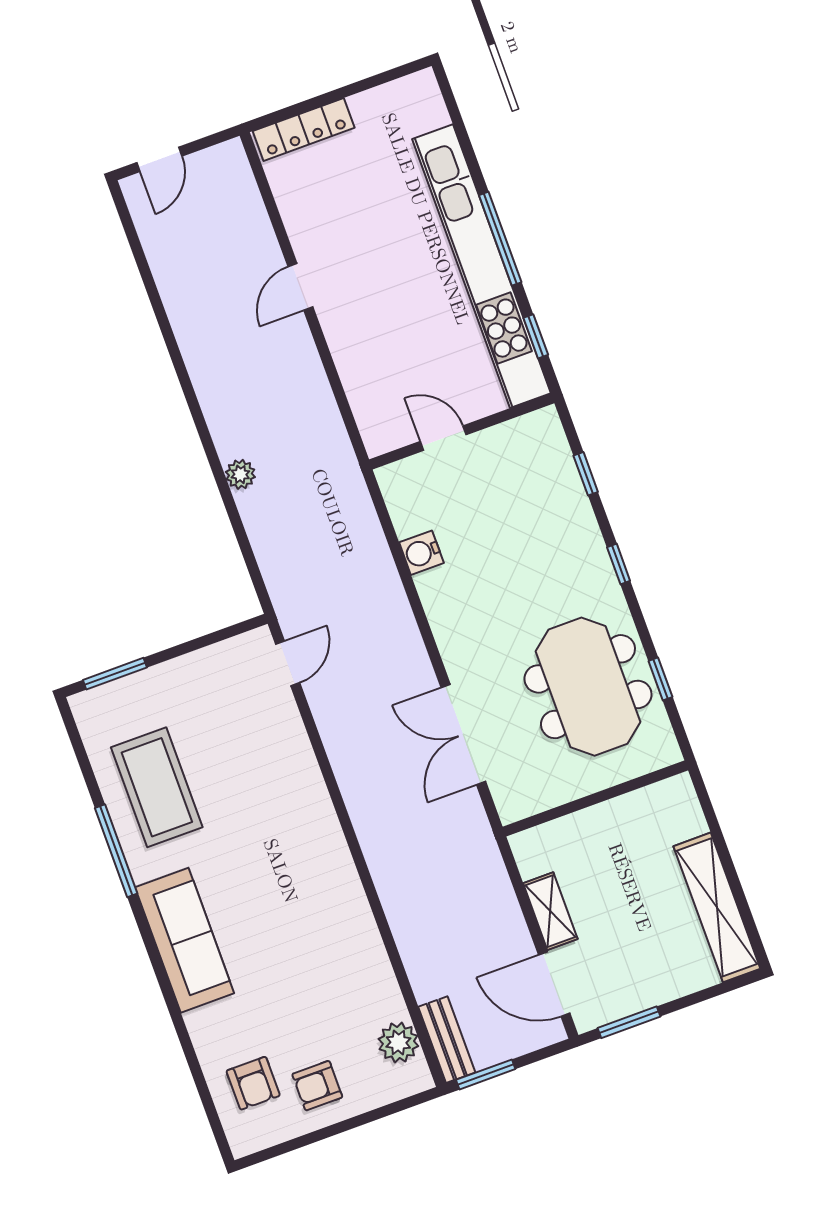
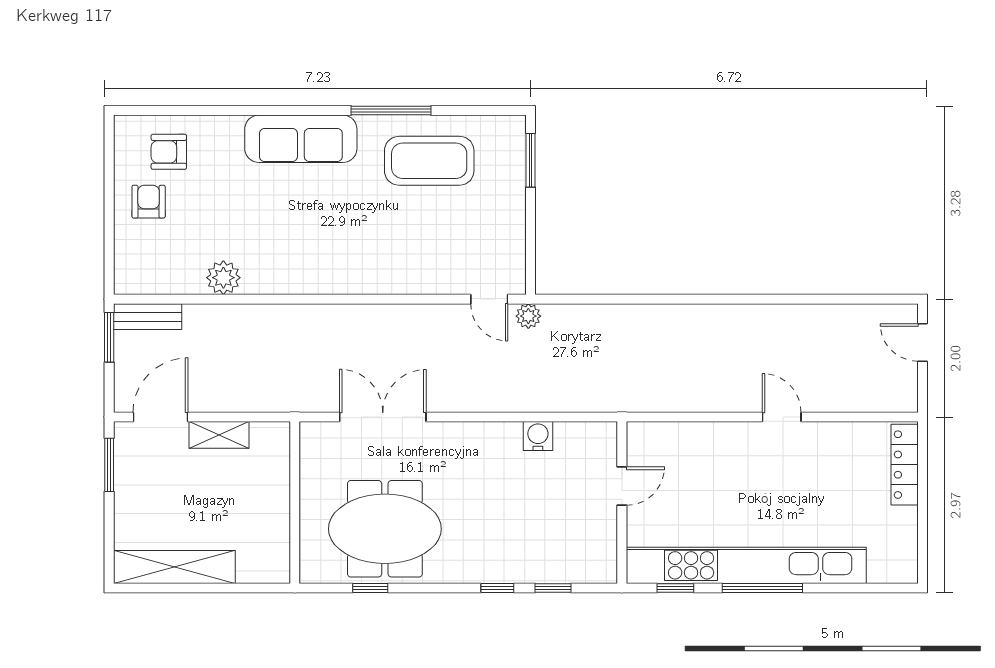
plant: (240, 474) -> (528, 316), moved
window: (619, 564) -> (497, 588), moved
plant: (398, 1043) -> (223, 278), moved

